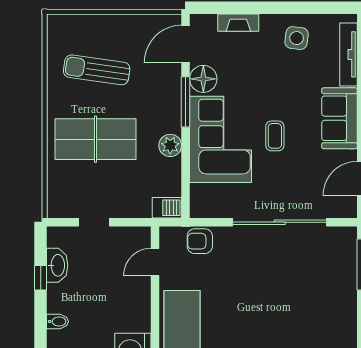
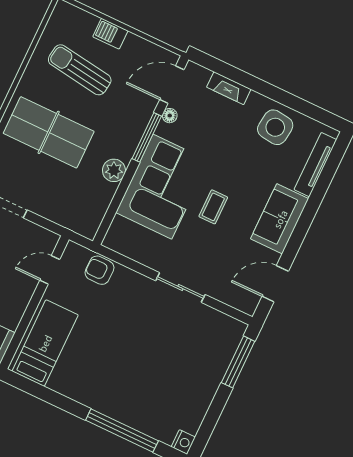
side table: (297, 38) -> (275, 127), width x1.37, depth x1.37
floor lamp: (203, 79) -> (170, 116), width x0.53, depth x0.53
barbecue: (167, 208) -> (110, 34), moved, turned 180
sliding door: (280, 222) -> (180, 288), width x0.54

